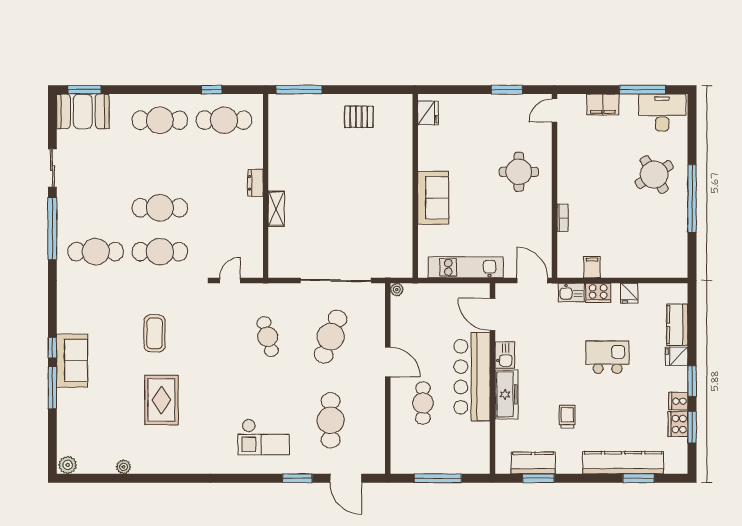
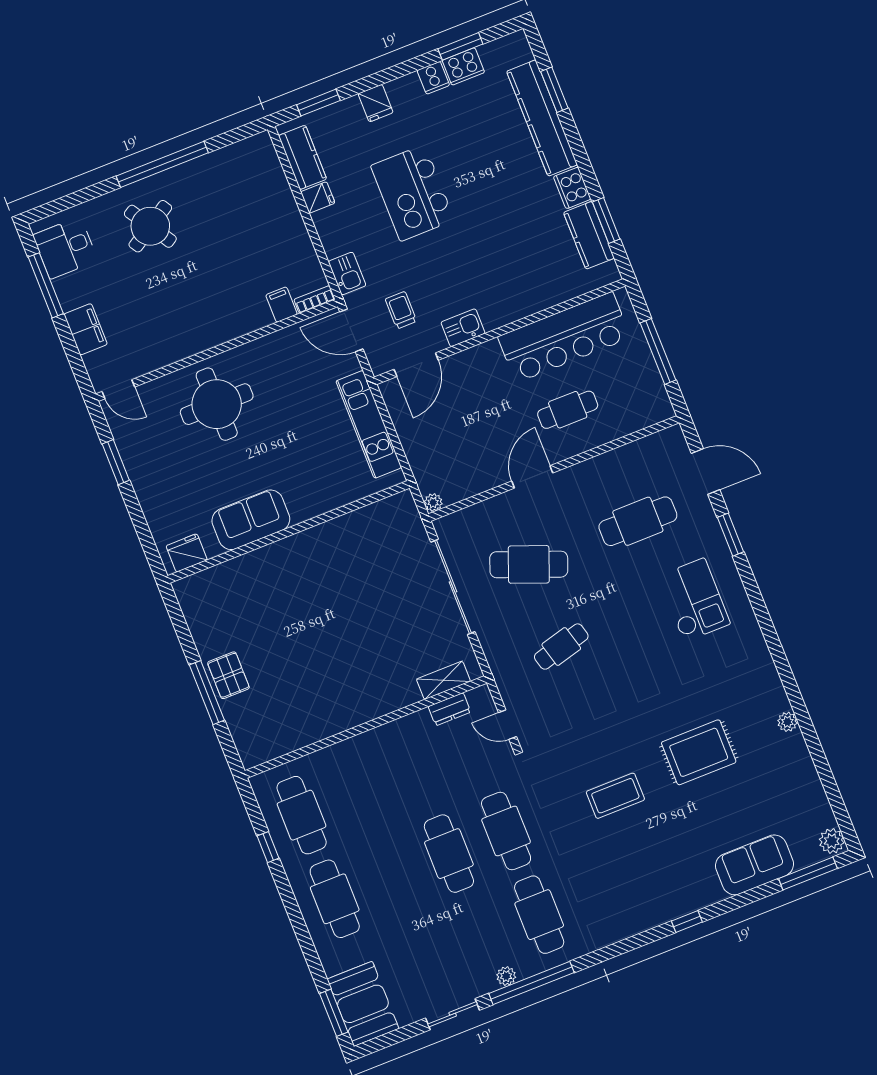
window: (299, 90) -> (207, 693), moved
desk: (662, 112) -> (65, 248), width x0.73
pallet: (359, 117) -> (228, 675), moved
round table: (519, 172) -> (217, 404), width x1.36, depth x1.36
dresser: (255, 183) -> (449, 709), moved
sofa: (433, 198) -> (251, 520), moved
shelving: (276, 209) -> (443, 680), moved
plant: (64, 214) -> (506, 976), added
bookcase: (563, 218) -> (314, 299), moved
filing cabinet: (592, 267) -> (281, 305), moved, turned 90
door: (532, 280) -> (351, 330), hinge flipped
cooker: (598, 293) -> (572, 188), moved, turned 180
kitchen counter: (677, 325) -> (302, 157), moved, turned -90
kitchen island: (607, 357) -> (413, 193), width x1.37, depth x1.28
sofa: (72, 361) -> (755, 865), moved
bar counter: (472, 377) -> (564, 337), moved
window: (692, 381) -> (318, 103), moved
window: (52, 388) -> (808, 874), moved
freezer: (507, 394) -> (513, 305), removed
trolley: (567, 416) -> (401, 310), moved, turned 90
plant: (124, 467) -> (787, 722), moved
door: (346, 478) -> (706, 472), hinge flipped

